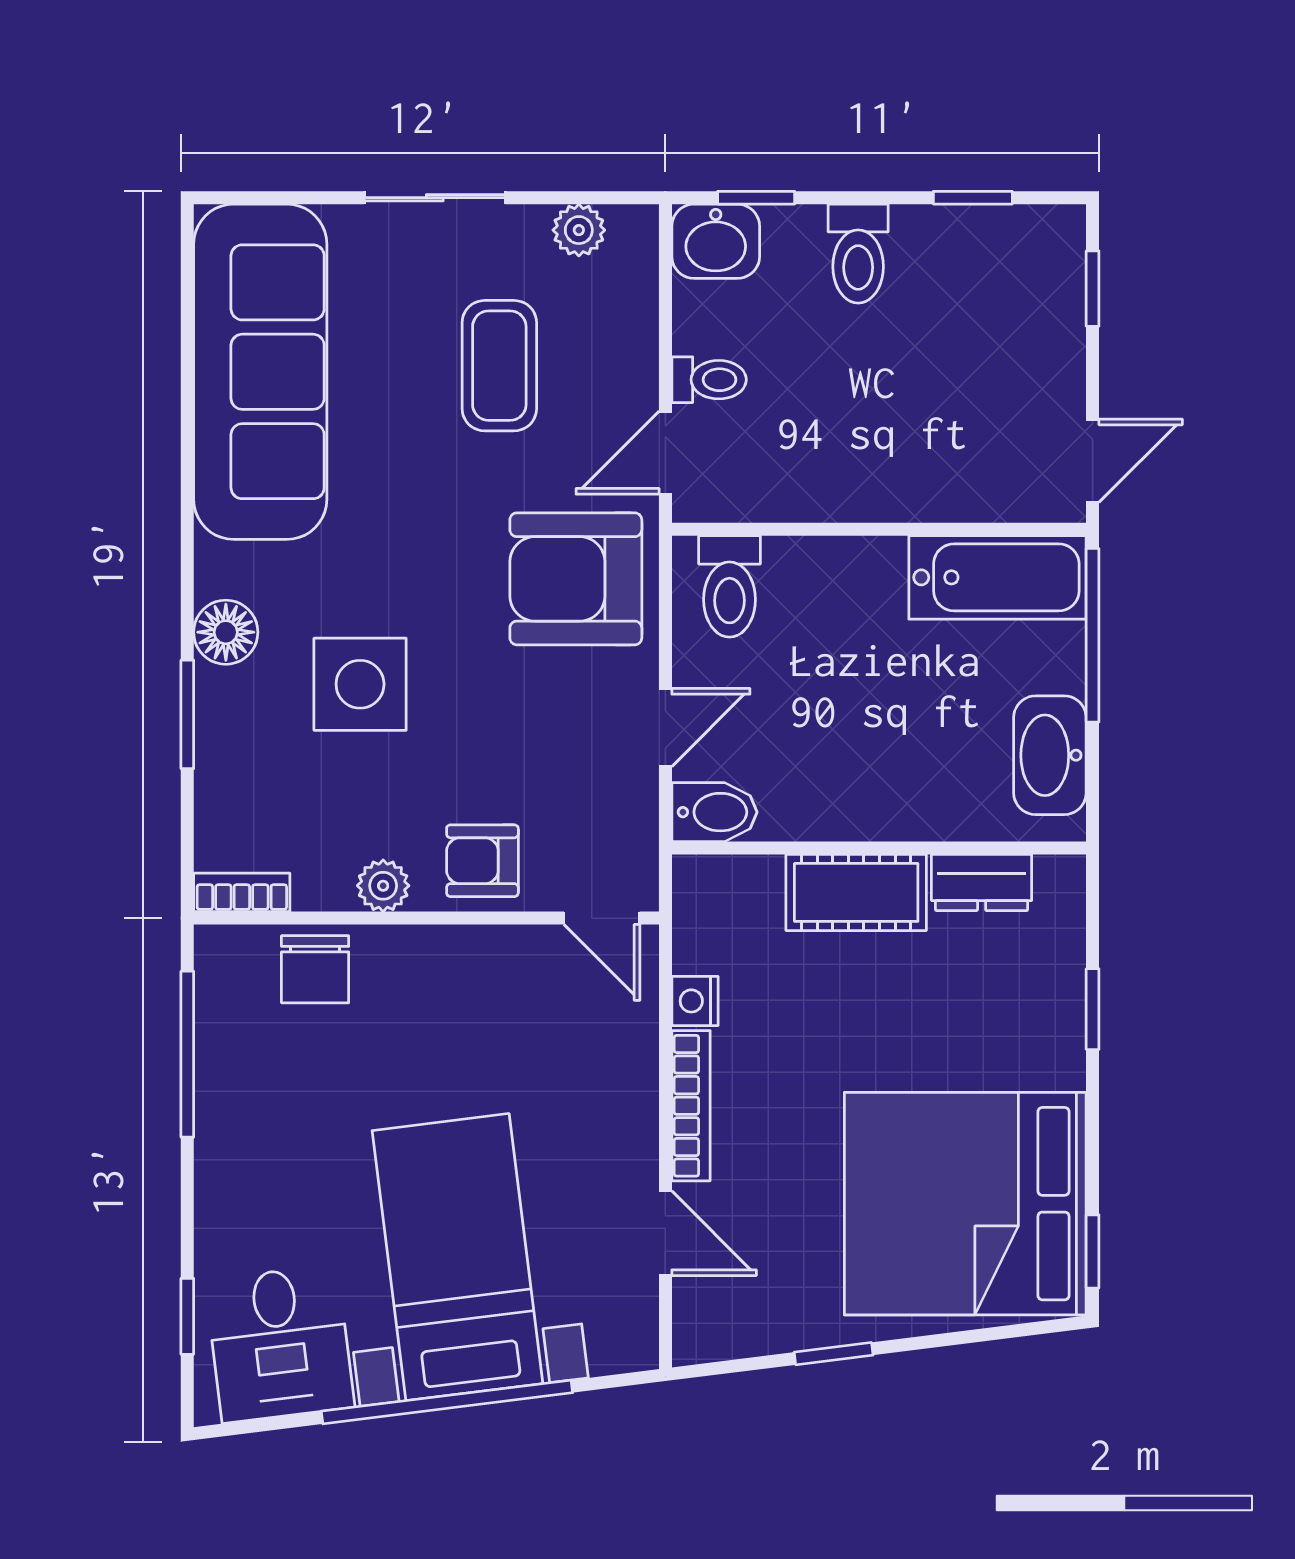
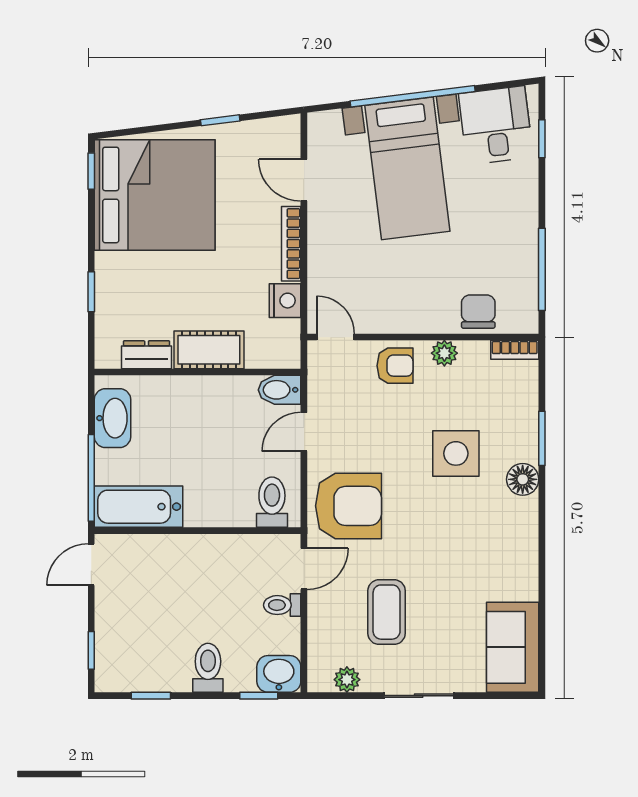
sofa: (260, 372) -> (513, 647), width x0.54, depth x0.79
nightstand: (695, 1001) -> (285, 301), width x1.39, depth x1.35

